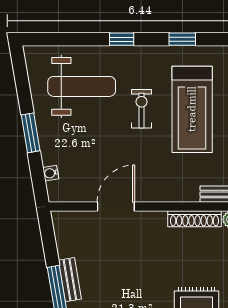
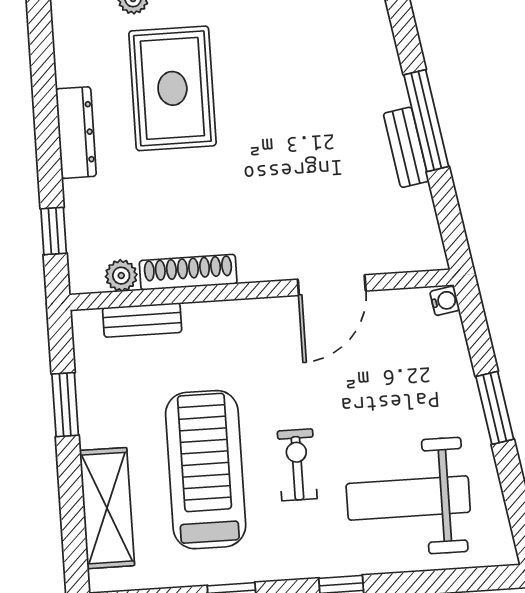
exercise bike: (141, 109) -> (297, 465), turned 180
water cooler: (51, 173) -> (445, 301), moved

